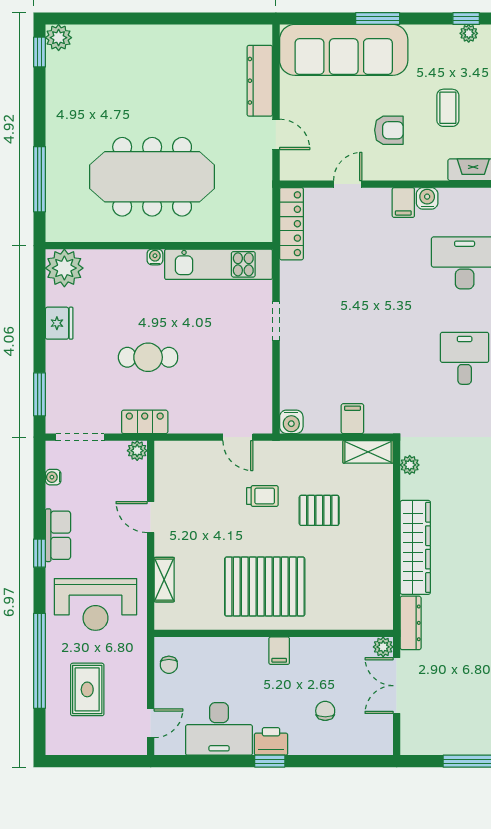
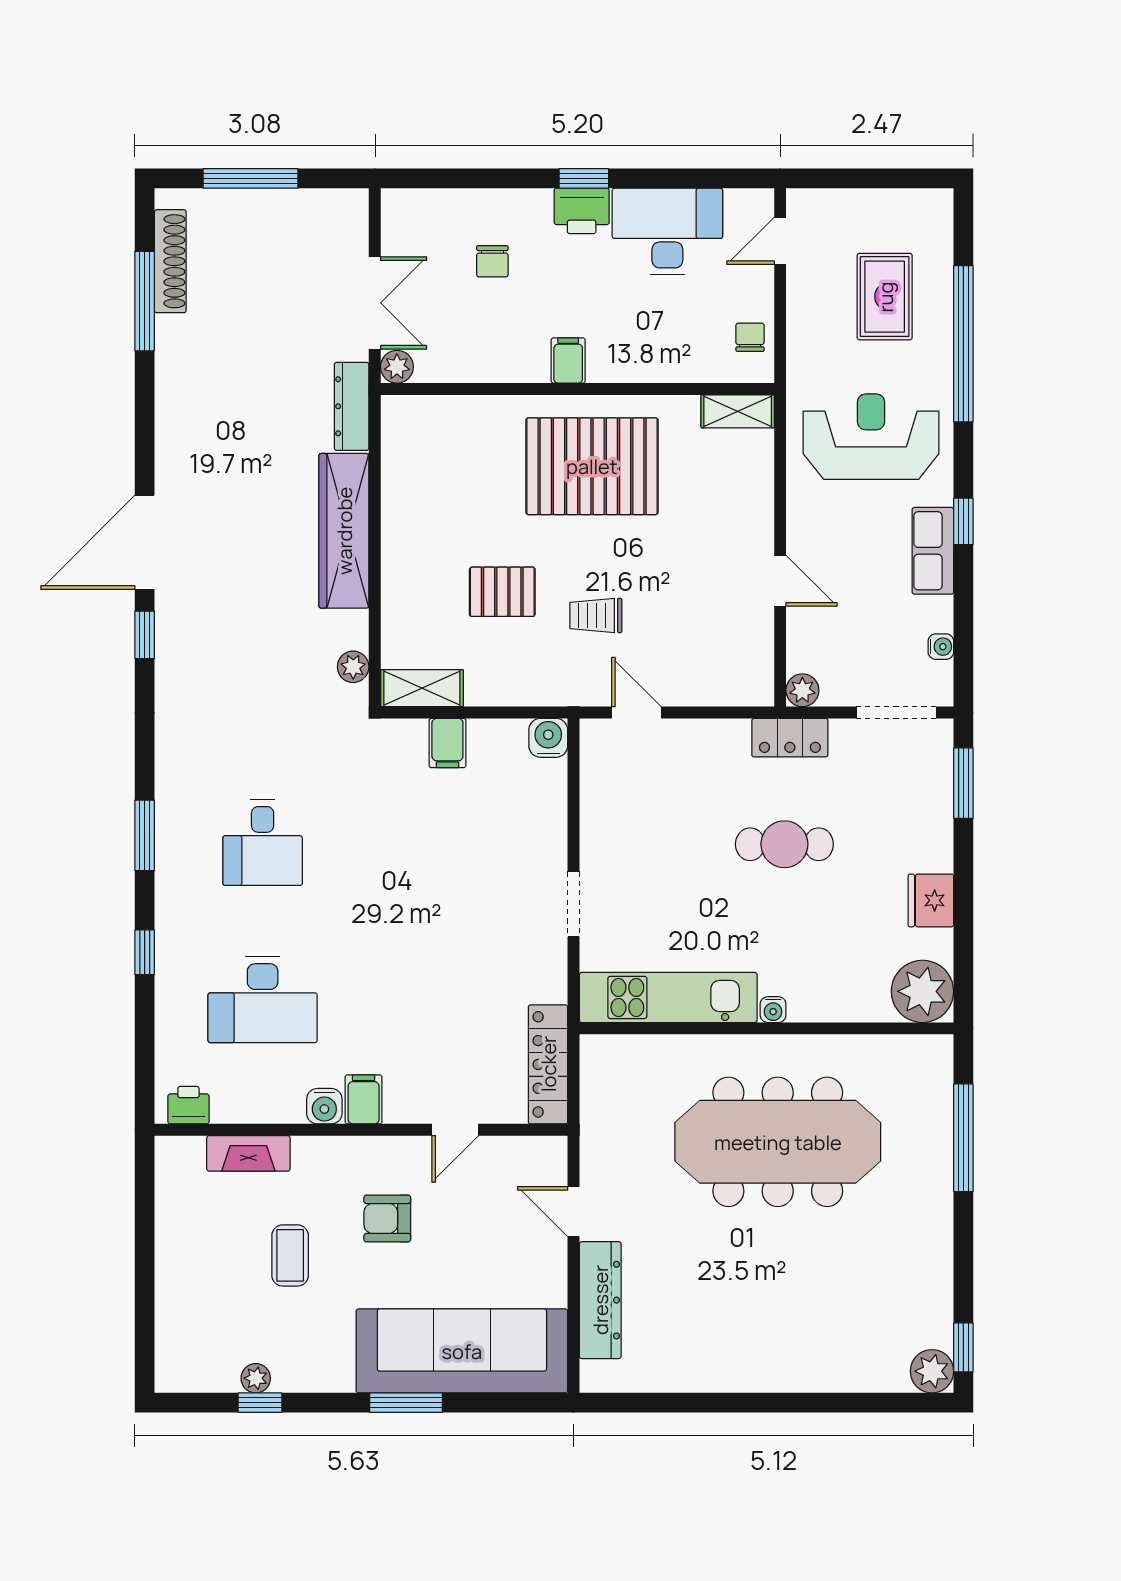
shelving: (164, 580) -> (738, 411), moved, turned 90

